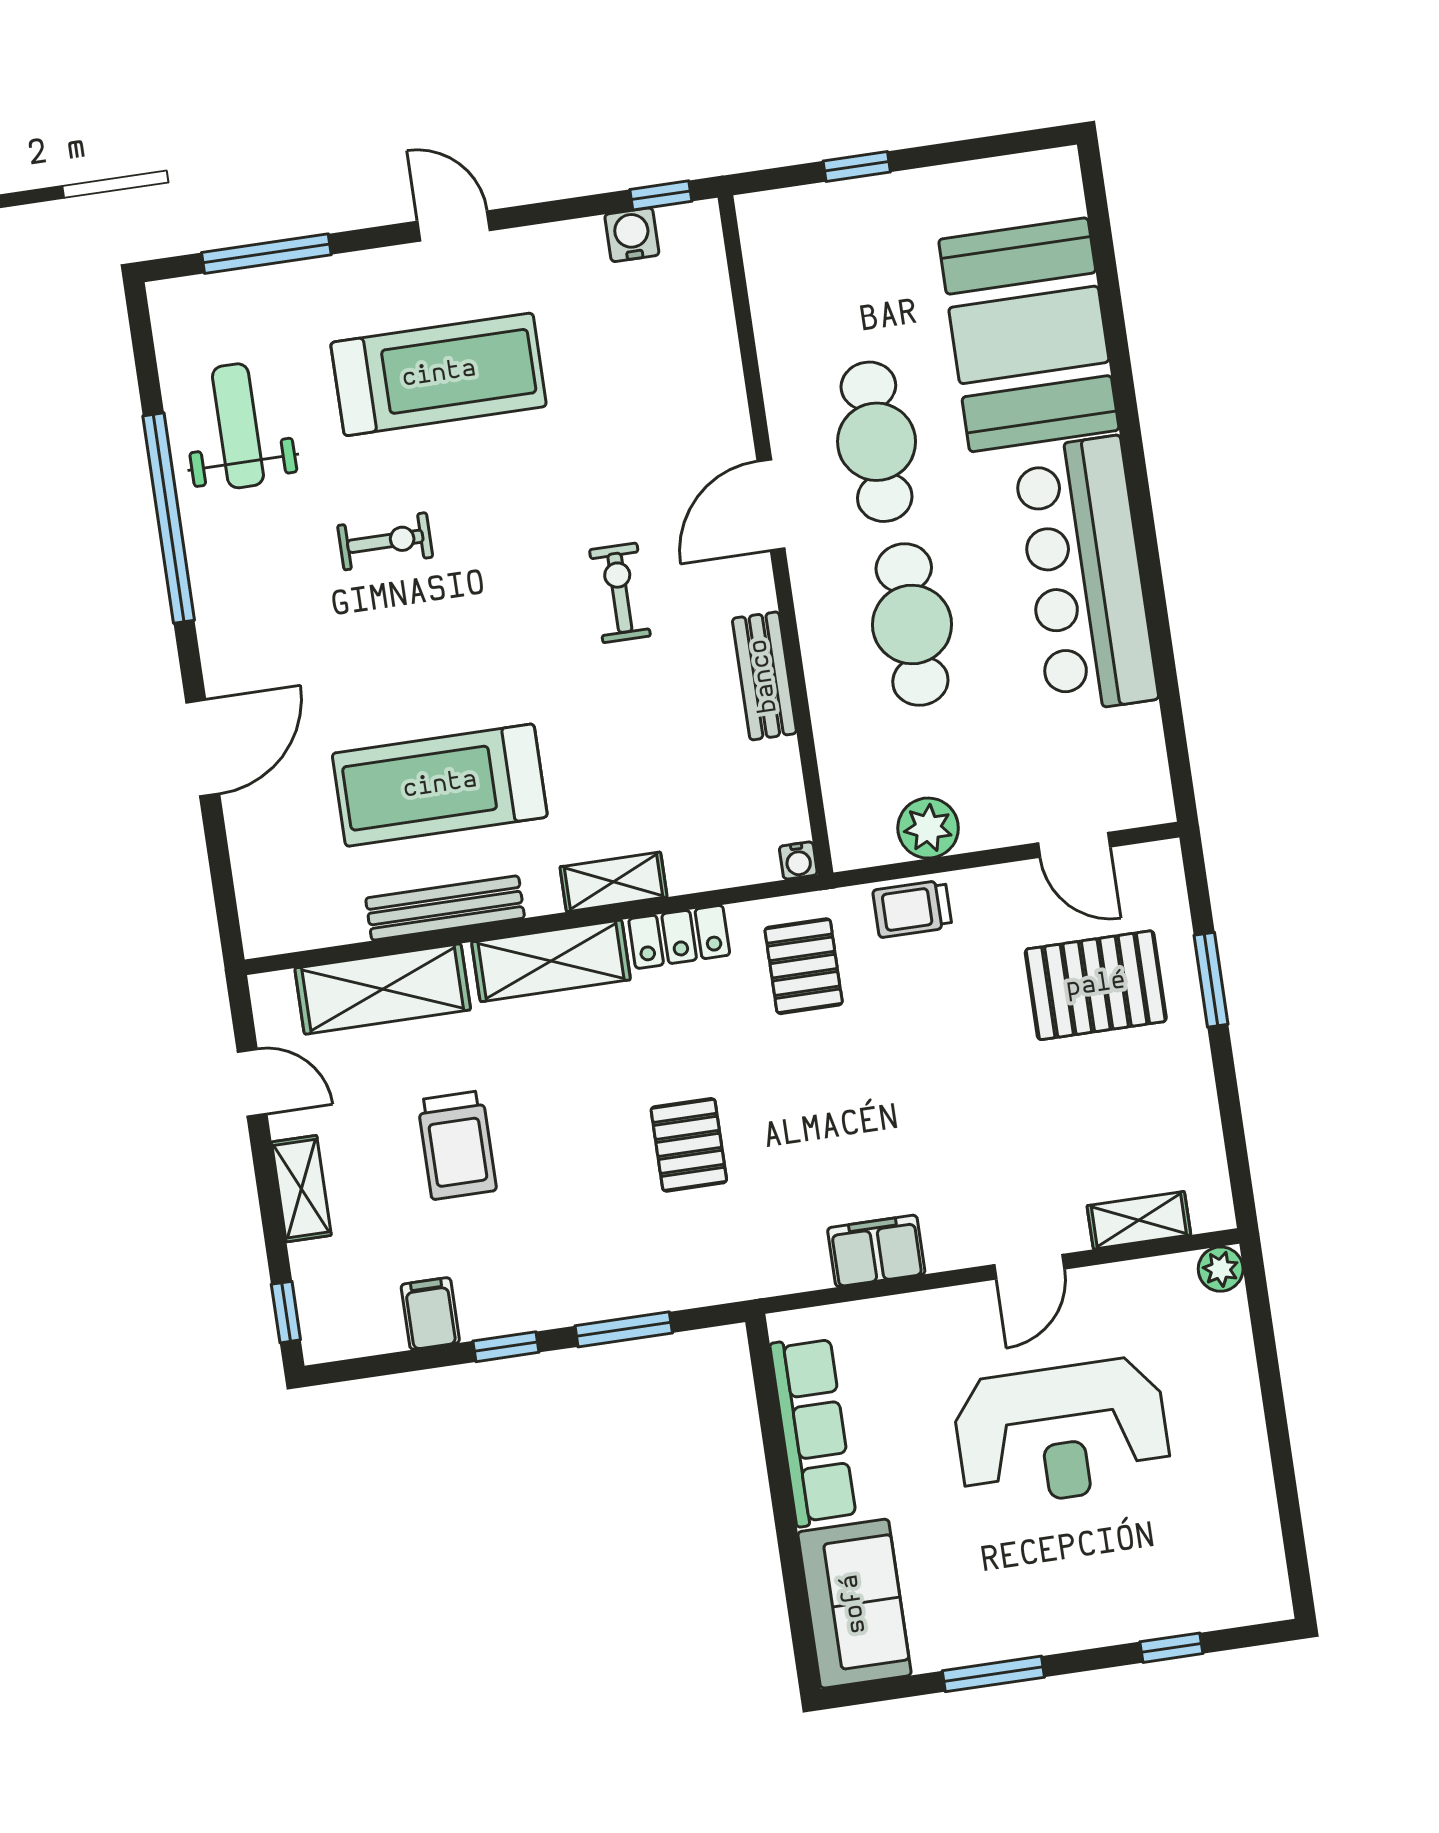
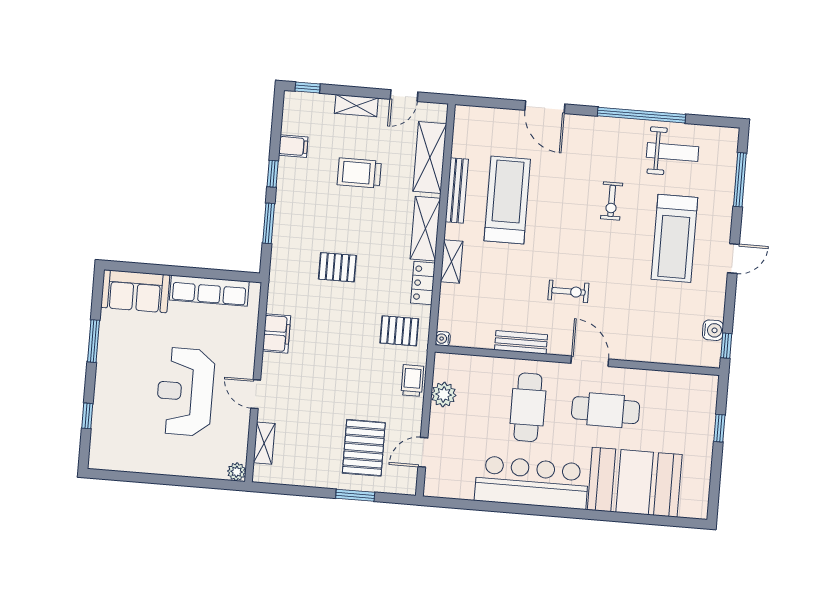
cafe table: (912, 625) -> (528, 407), turned 90

